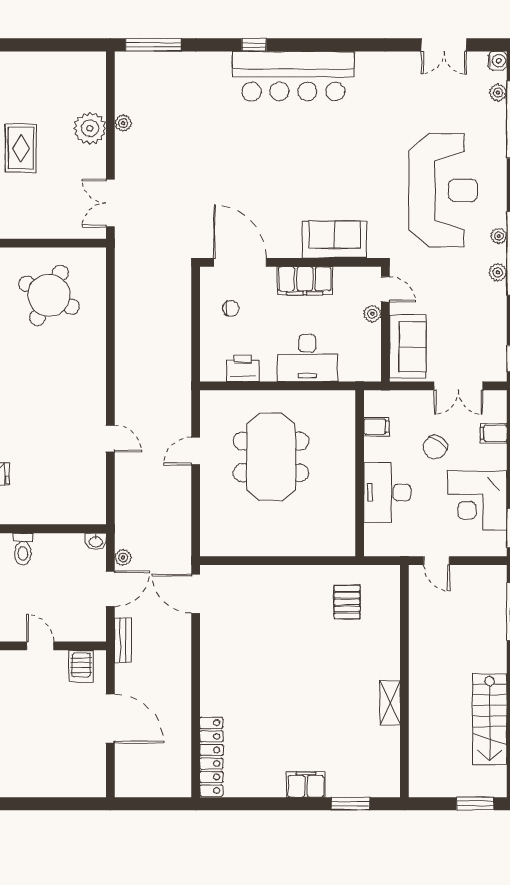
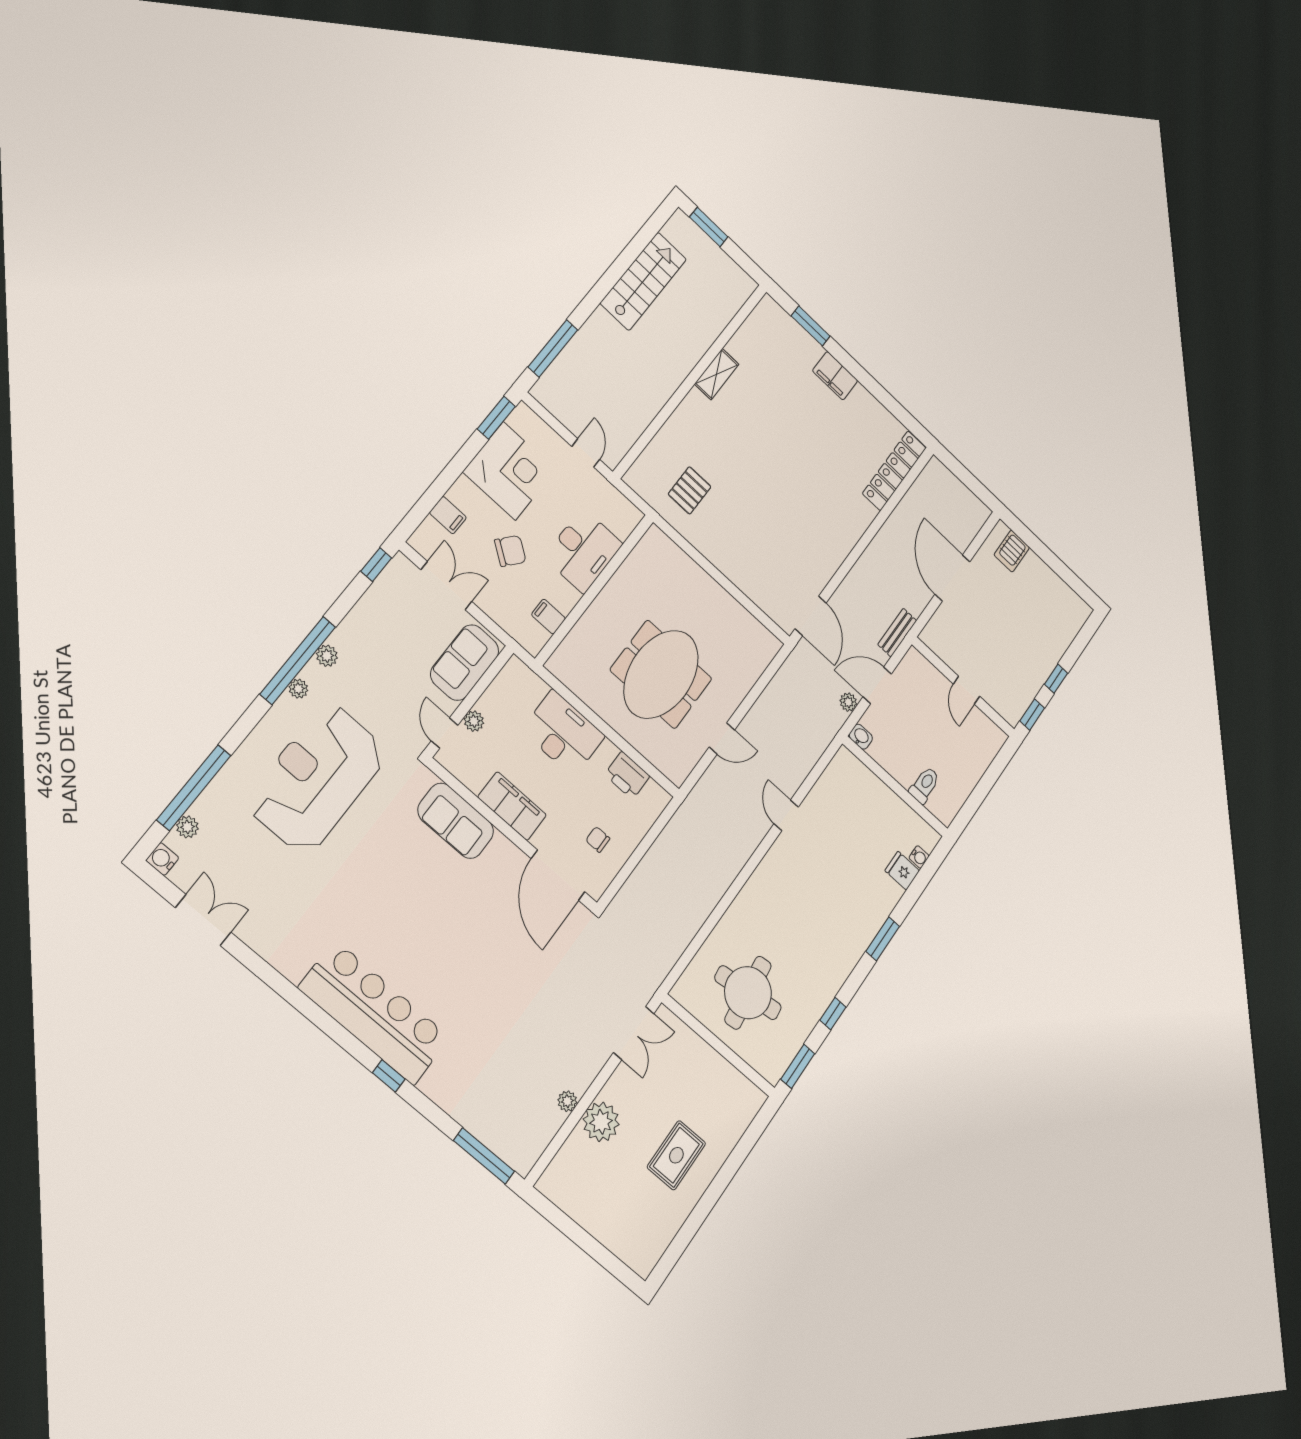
round table: (49, 295) -> (748, 993), turned -34
server rack: (81, 666) -> (1012, 551), moved, turned 180

